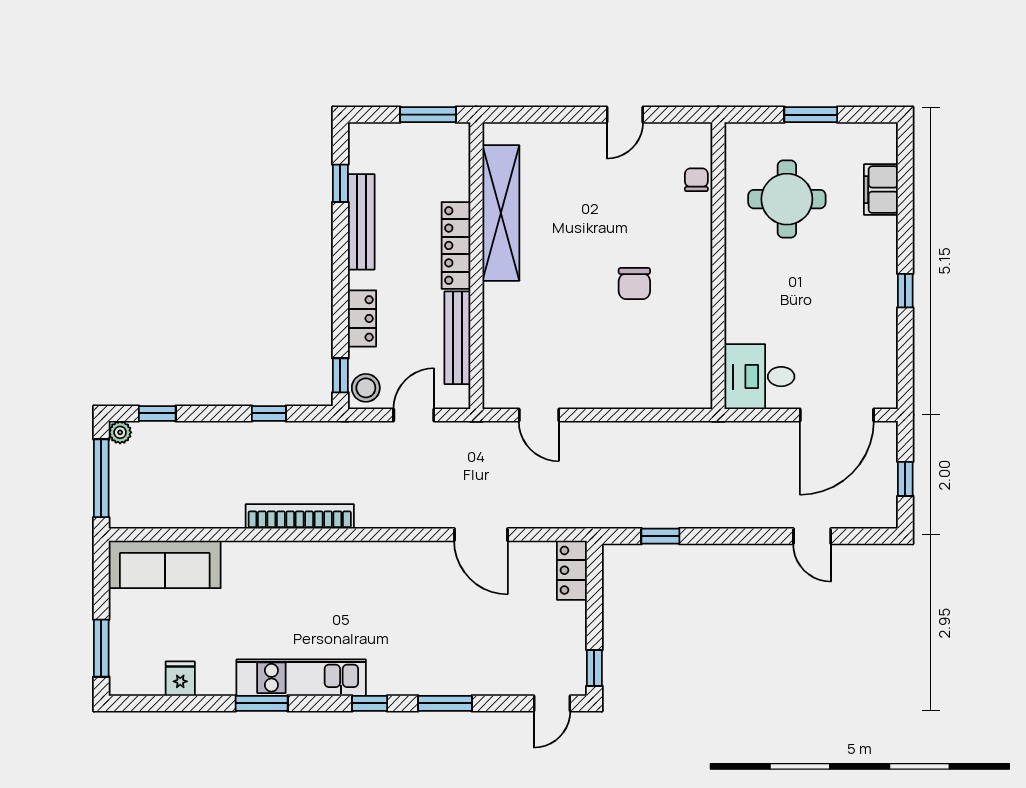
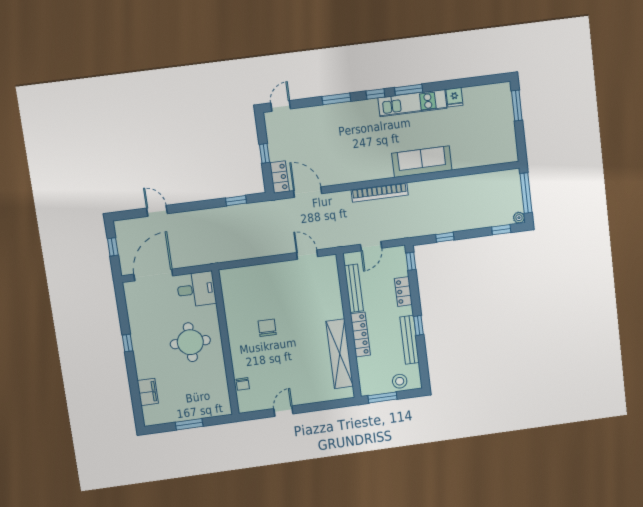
window: (340, 183) -> (418, 325), moved
round table: (787, 199) -> (190, 342), moved
stool: (366, 388) -> (400, 381), moved
bookcase: (300, 516) -> (380, 192), moved
door: (481, 535) -> (308, 192), moved
sofa: (165, 564) -> (422, 162), moved
window: (594, 668) -> (264, 153), moved
fridge: (180, 679) -> (454, 97), moved
window: (262, 703) -> (409, 90), moved

